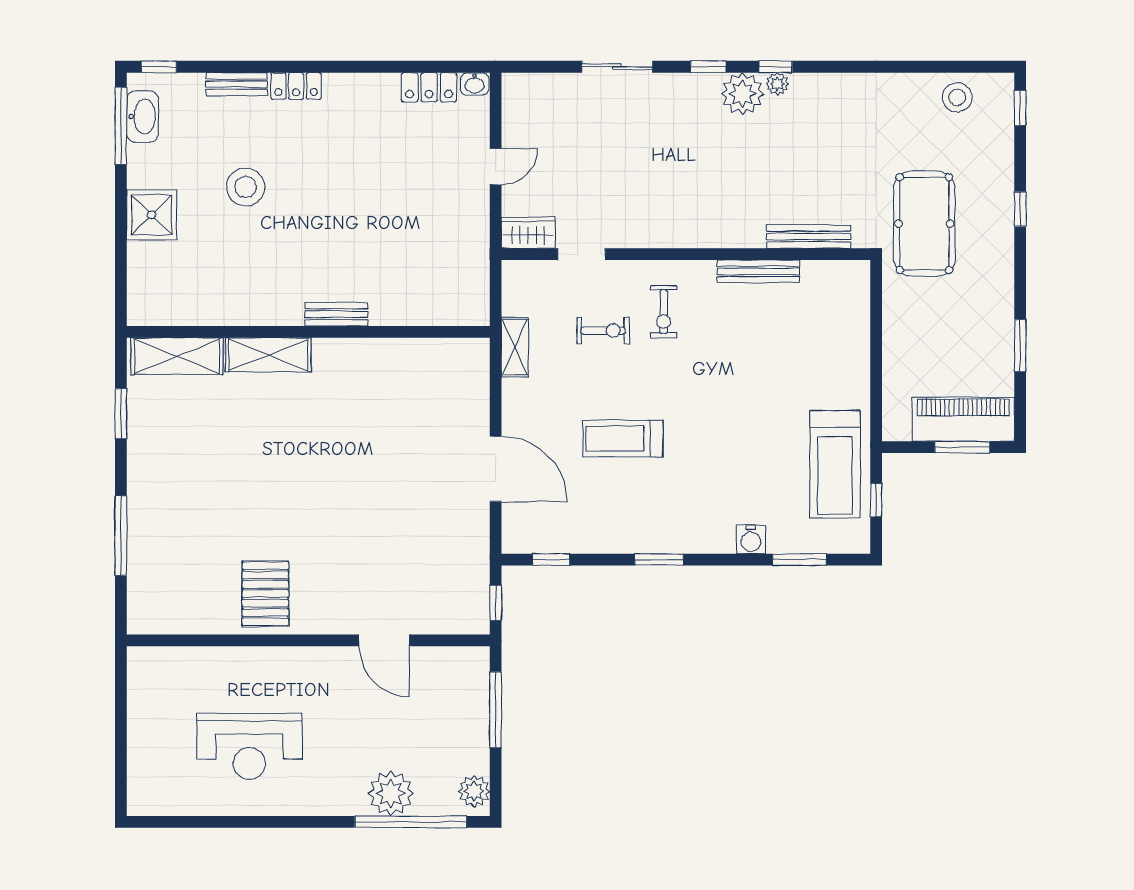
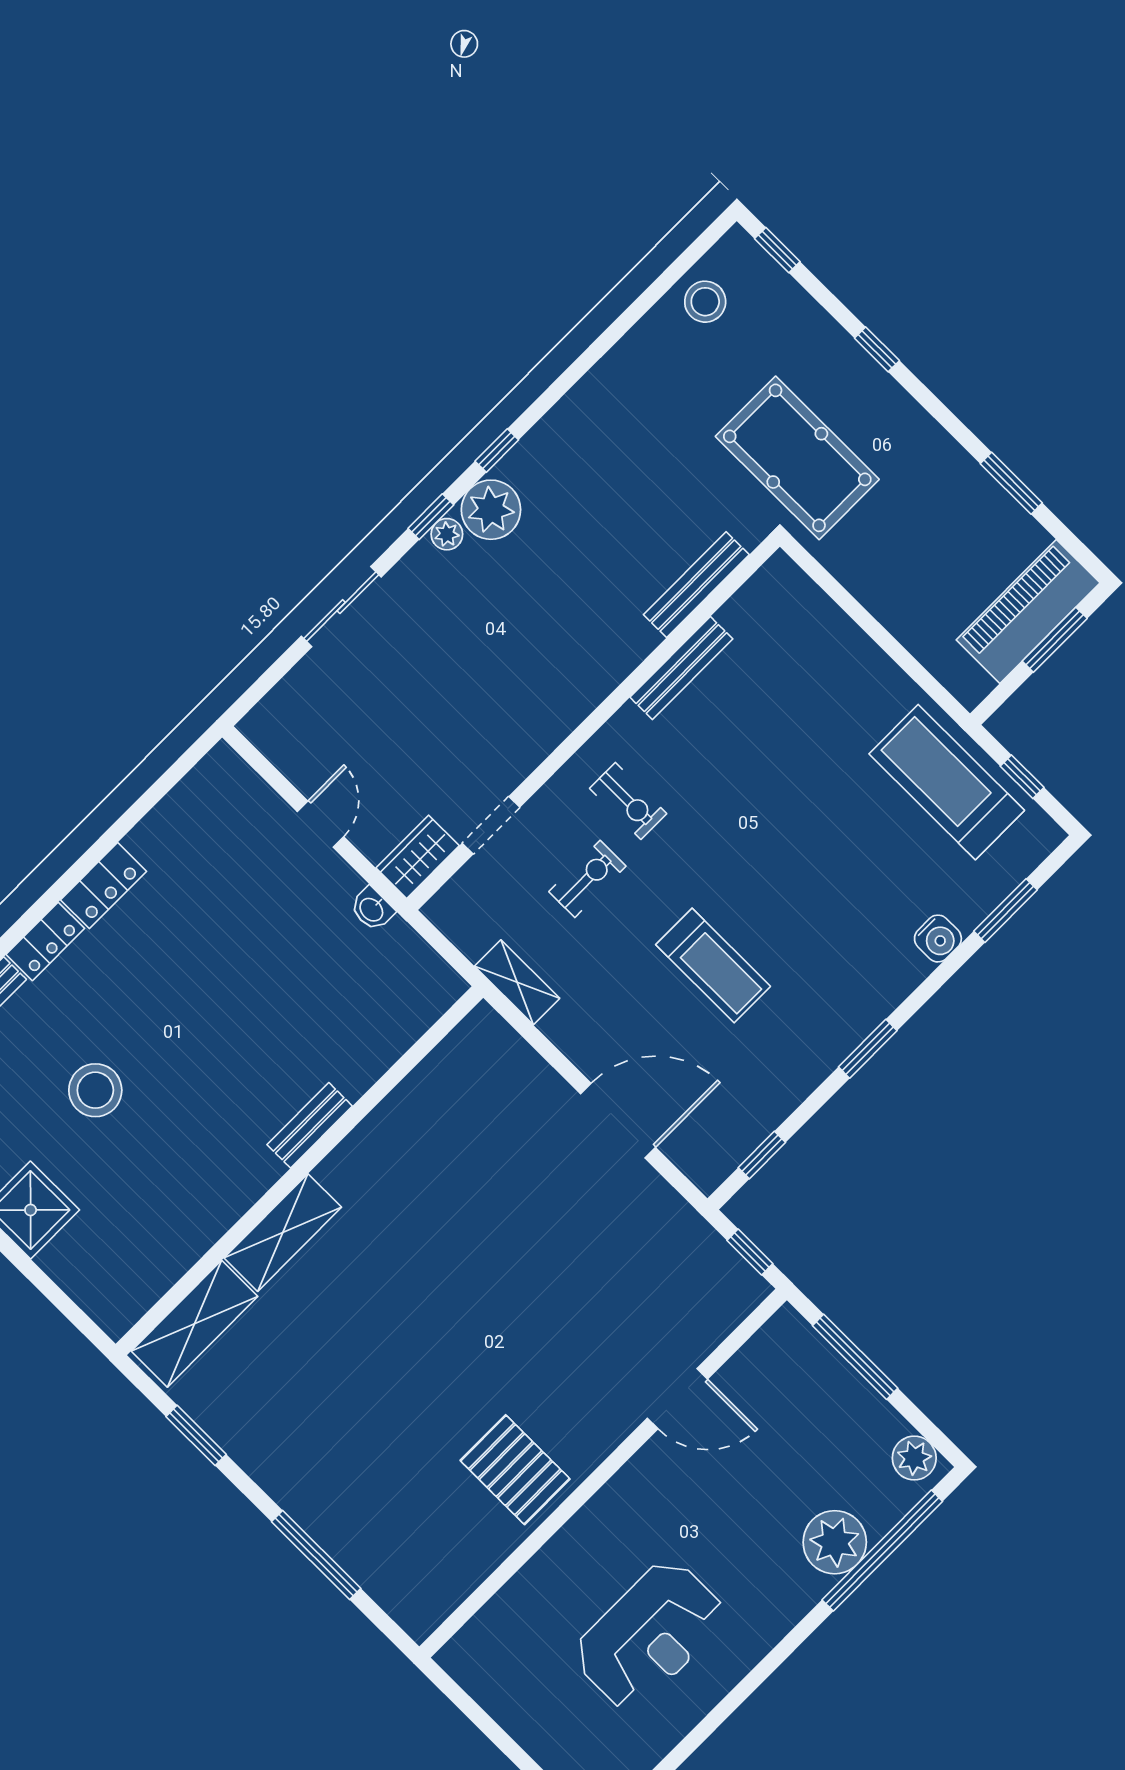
washbasin: (475, 84) -> (372, 909), moved, turned 90
plant: (777, 84) -> (447, 534), moved
locker: (429, 87) -> (104, 886), moved
treadmill: (623, 439) -> (713, 965), turned -90
treadmill: (835, 464) -> (947, 782), turned 180

